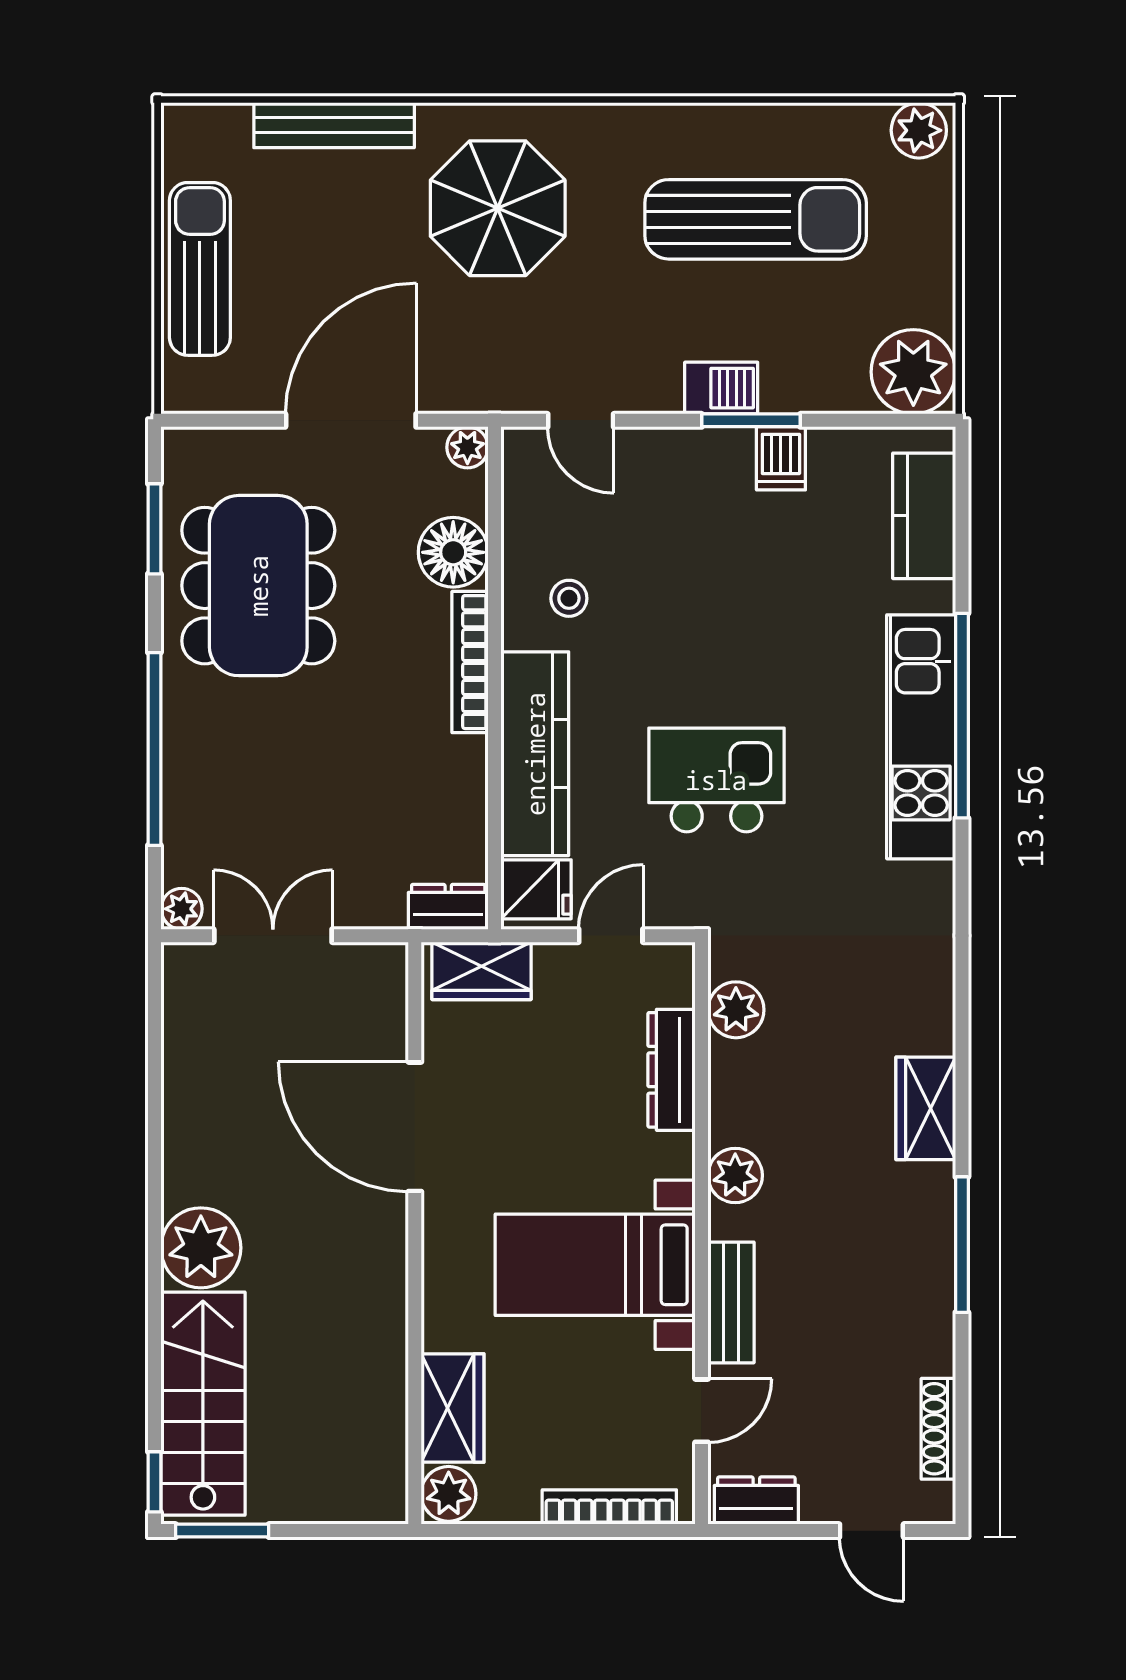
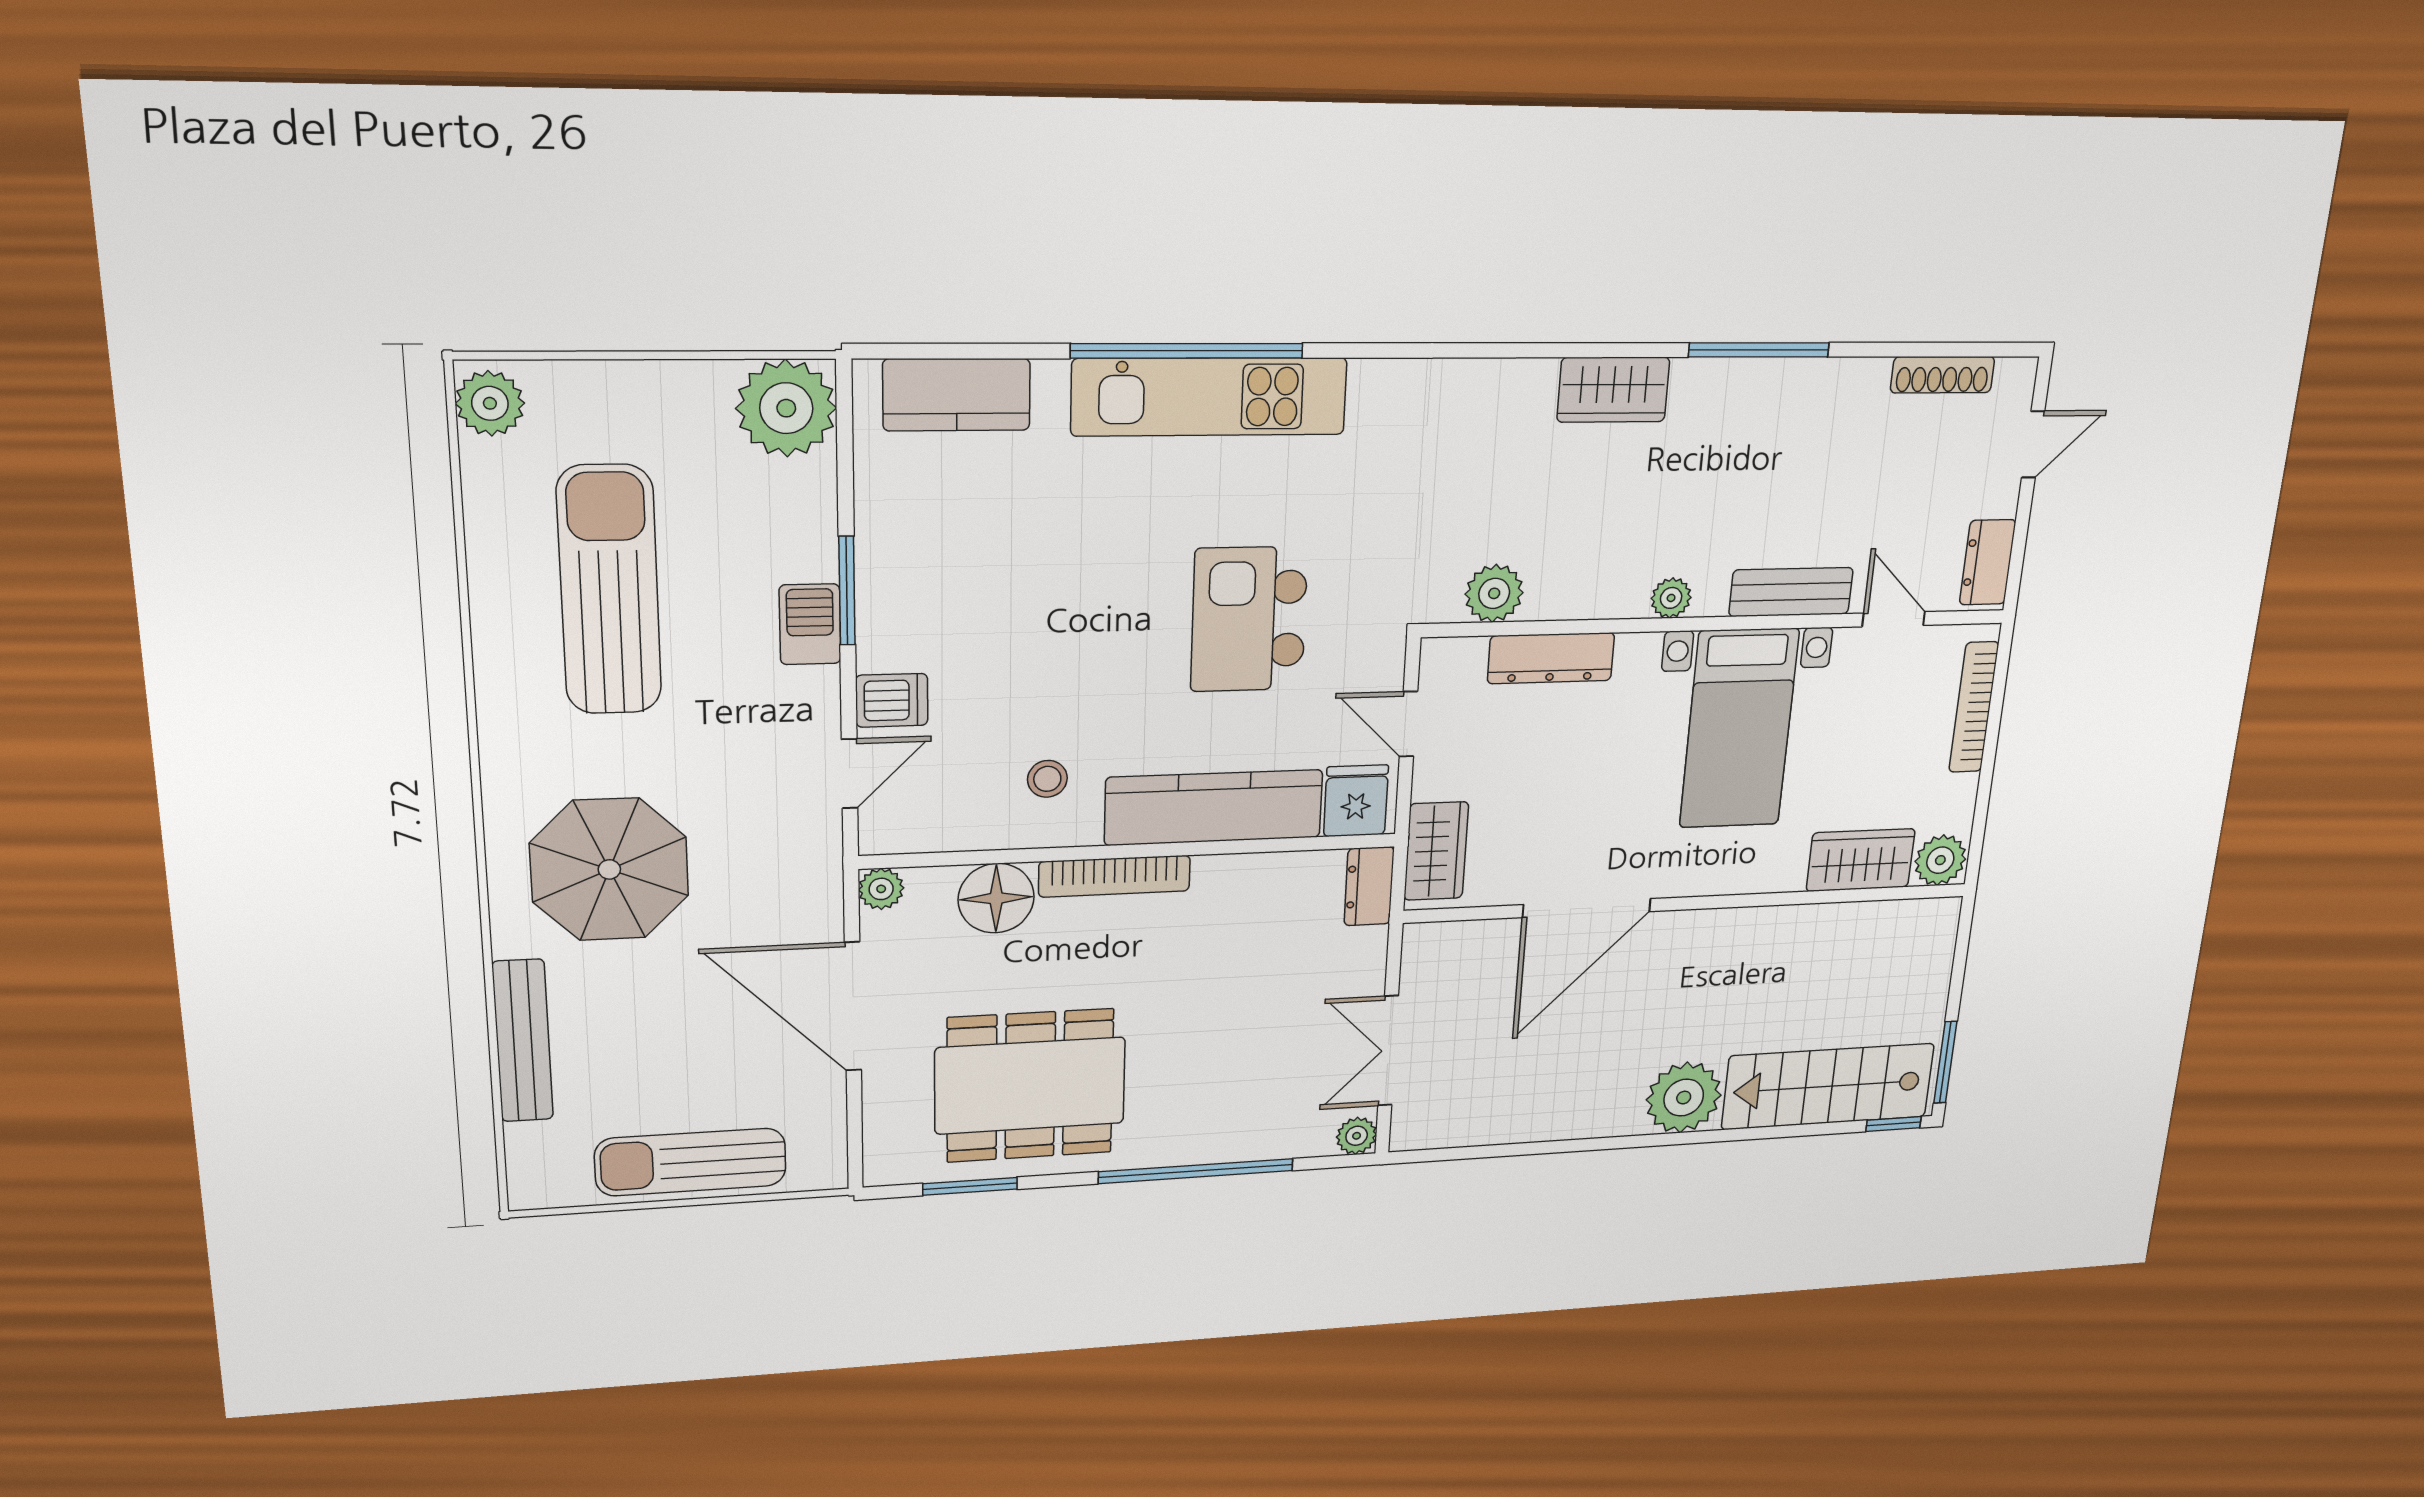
dishwasher: (781, 458) -> (892, 700), moved
plant: (735, 1175) -> (1671, 598), width x0.73, depth x0.73

